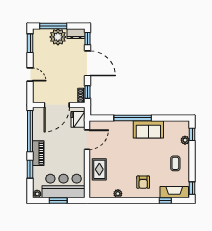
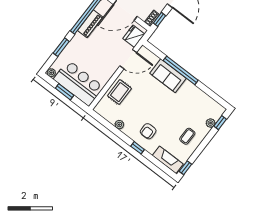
sofa: (148, 129) -> (168, 76), moved
piano: (38, 153) -> (90, 24), moved
window: (165, 201) -> (138, 148), moved

